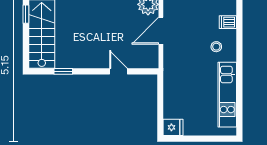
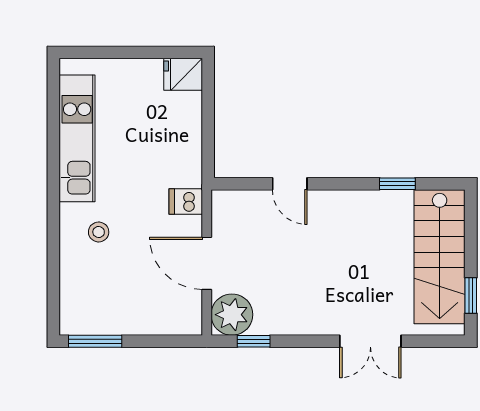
dishwasher: (228, 22) -> (186, 202), moved, turned 180
door: (161, 31) -> (207, 263), swing flipped

